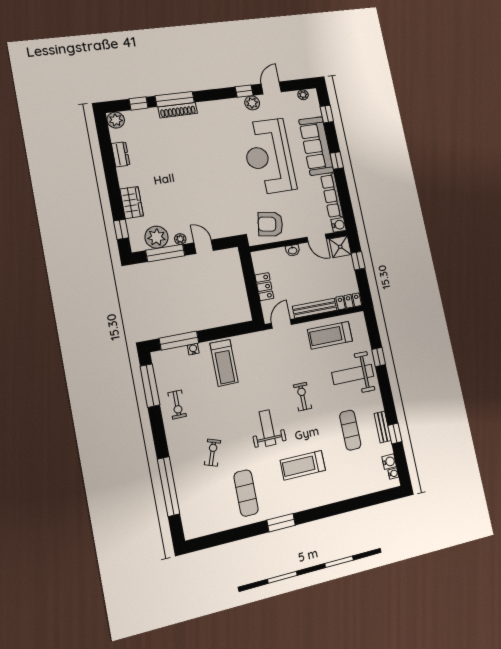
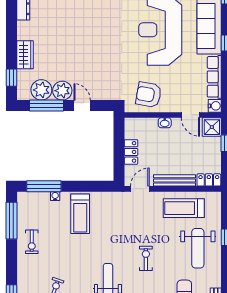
plant: (180, 239) -> (62, 91), width x1.87, depth x1.87
weight bench: (353, 374) -> (198, 248), turned -90

